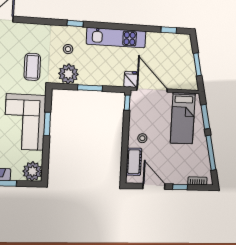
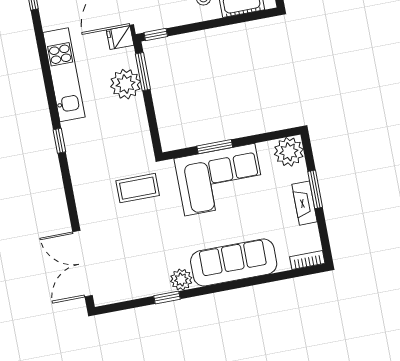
stool: (68, 49) -> (99, 142), removed
plant: (68, 74) -> (126, 84), moved
window: (90, 88) -> (143, 72), moved

